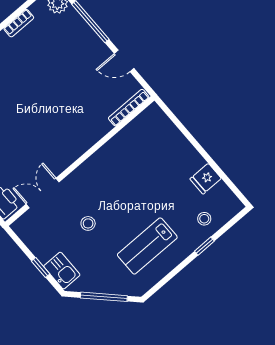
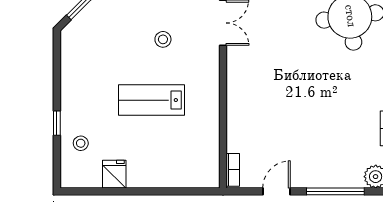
bookcase: (129, 108) -> (233, 170), width x0.64
lab bench: (147, 246) -> (151, 100), moved, turned -90

